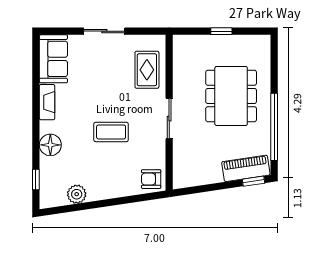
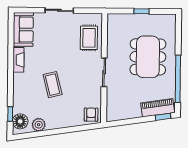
coffee table: (111, 132) -> (53, 85), moved, turned 76
floor lamp: (50, 145) -> (20, 121), moved
armchair: (151, 179) -> (91, 115), turned 90

